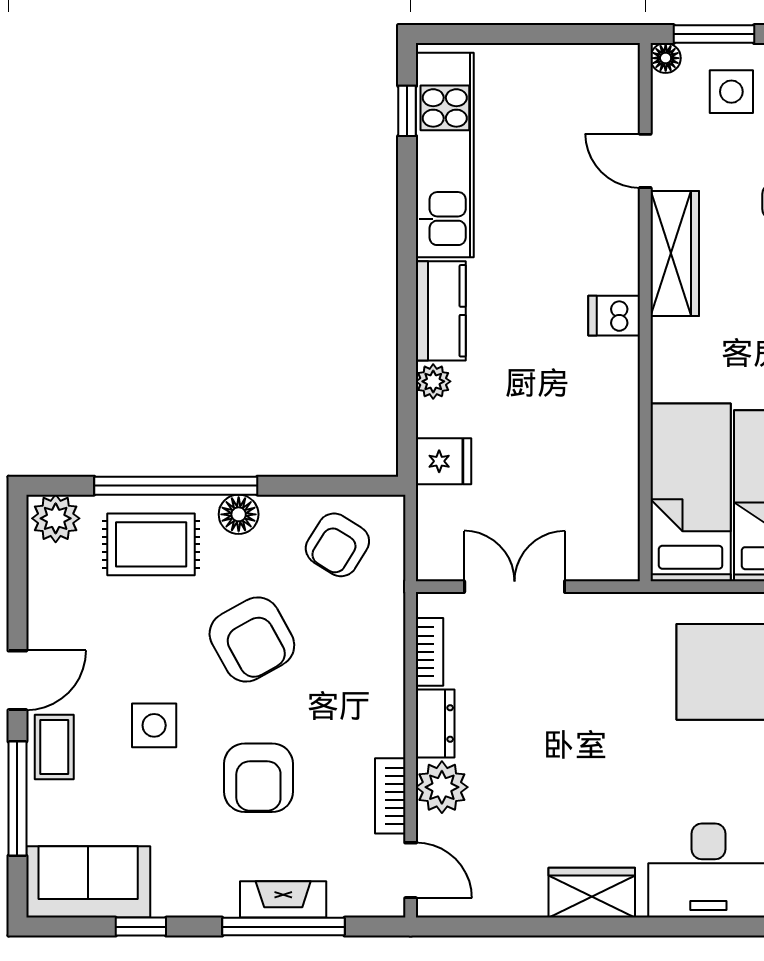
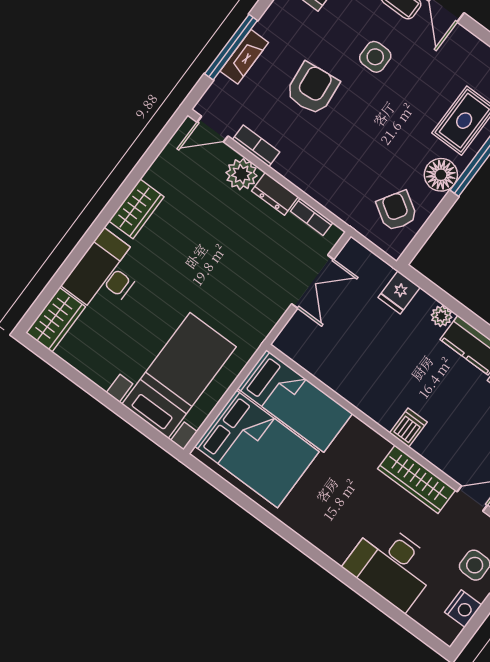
floor lamp: (239, 514) -> (441, 175), width x1.38, depth x1.38
armchair: (252, 640) -> (382, 135), removed
armchair: (258, 778) -> (312, 89), turned 84

